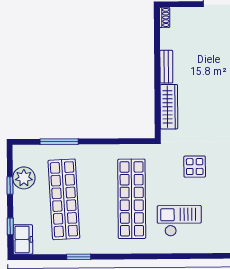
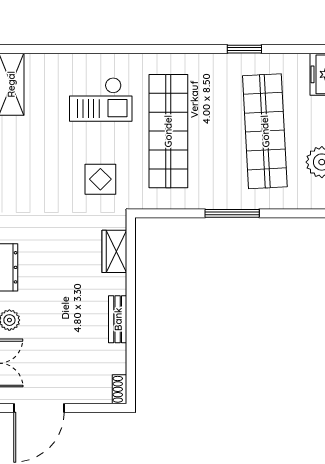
wardrobe: (169, 107) -> (114, 251), width x0.67
window: (59, 142) -> (232, 213), moved
display table: (195, 167) -> (100, 179), moved

